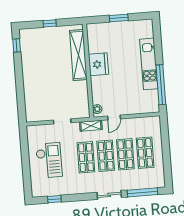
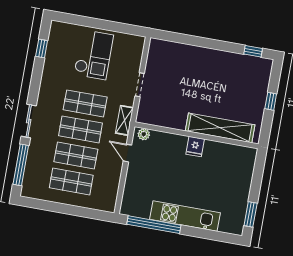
window: (119, 18) -> (251, 214), moved
fridge: (99, 64) -> (195, 147), width x0.53, depth x0.75
checkout: (49, 160) -> (94, 55), turned -90

